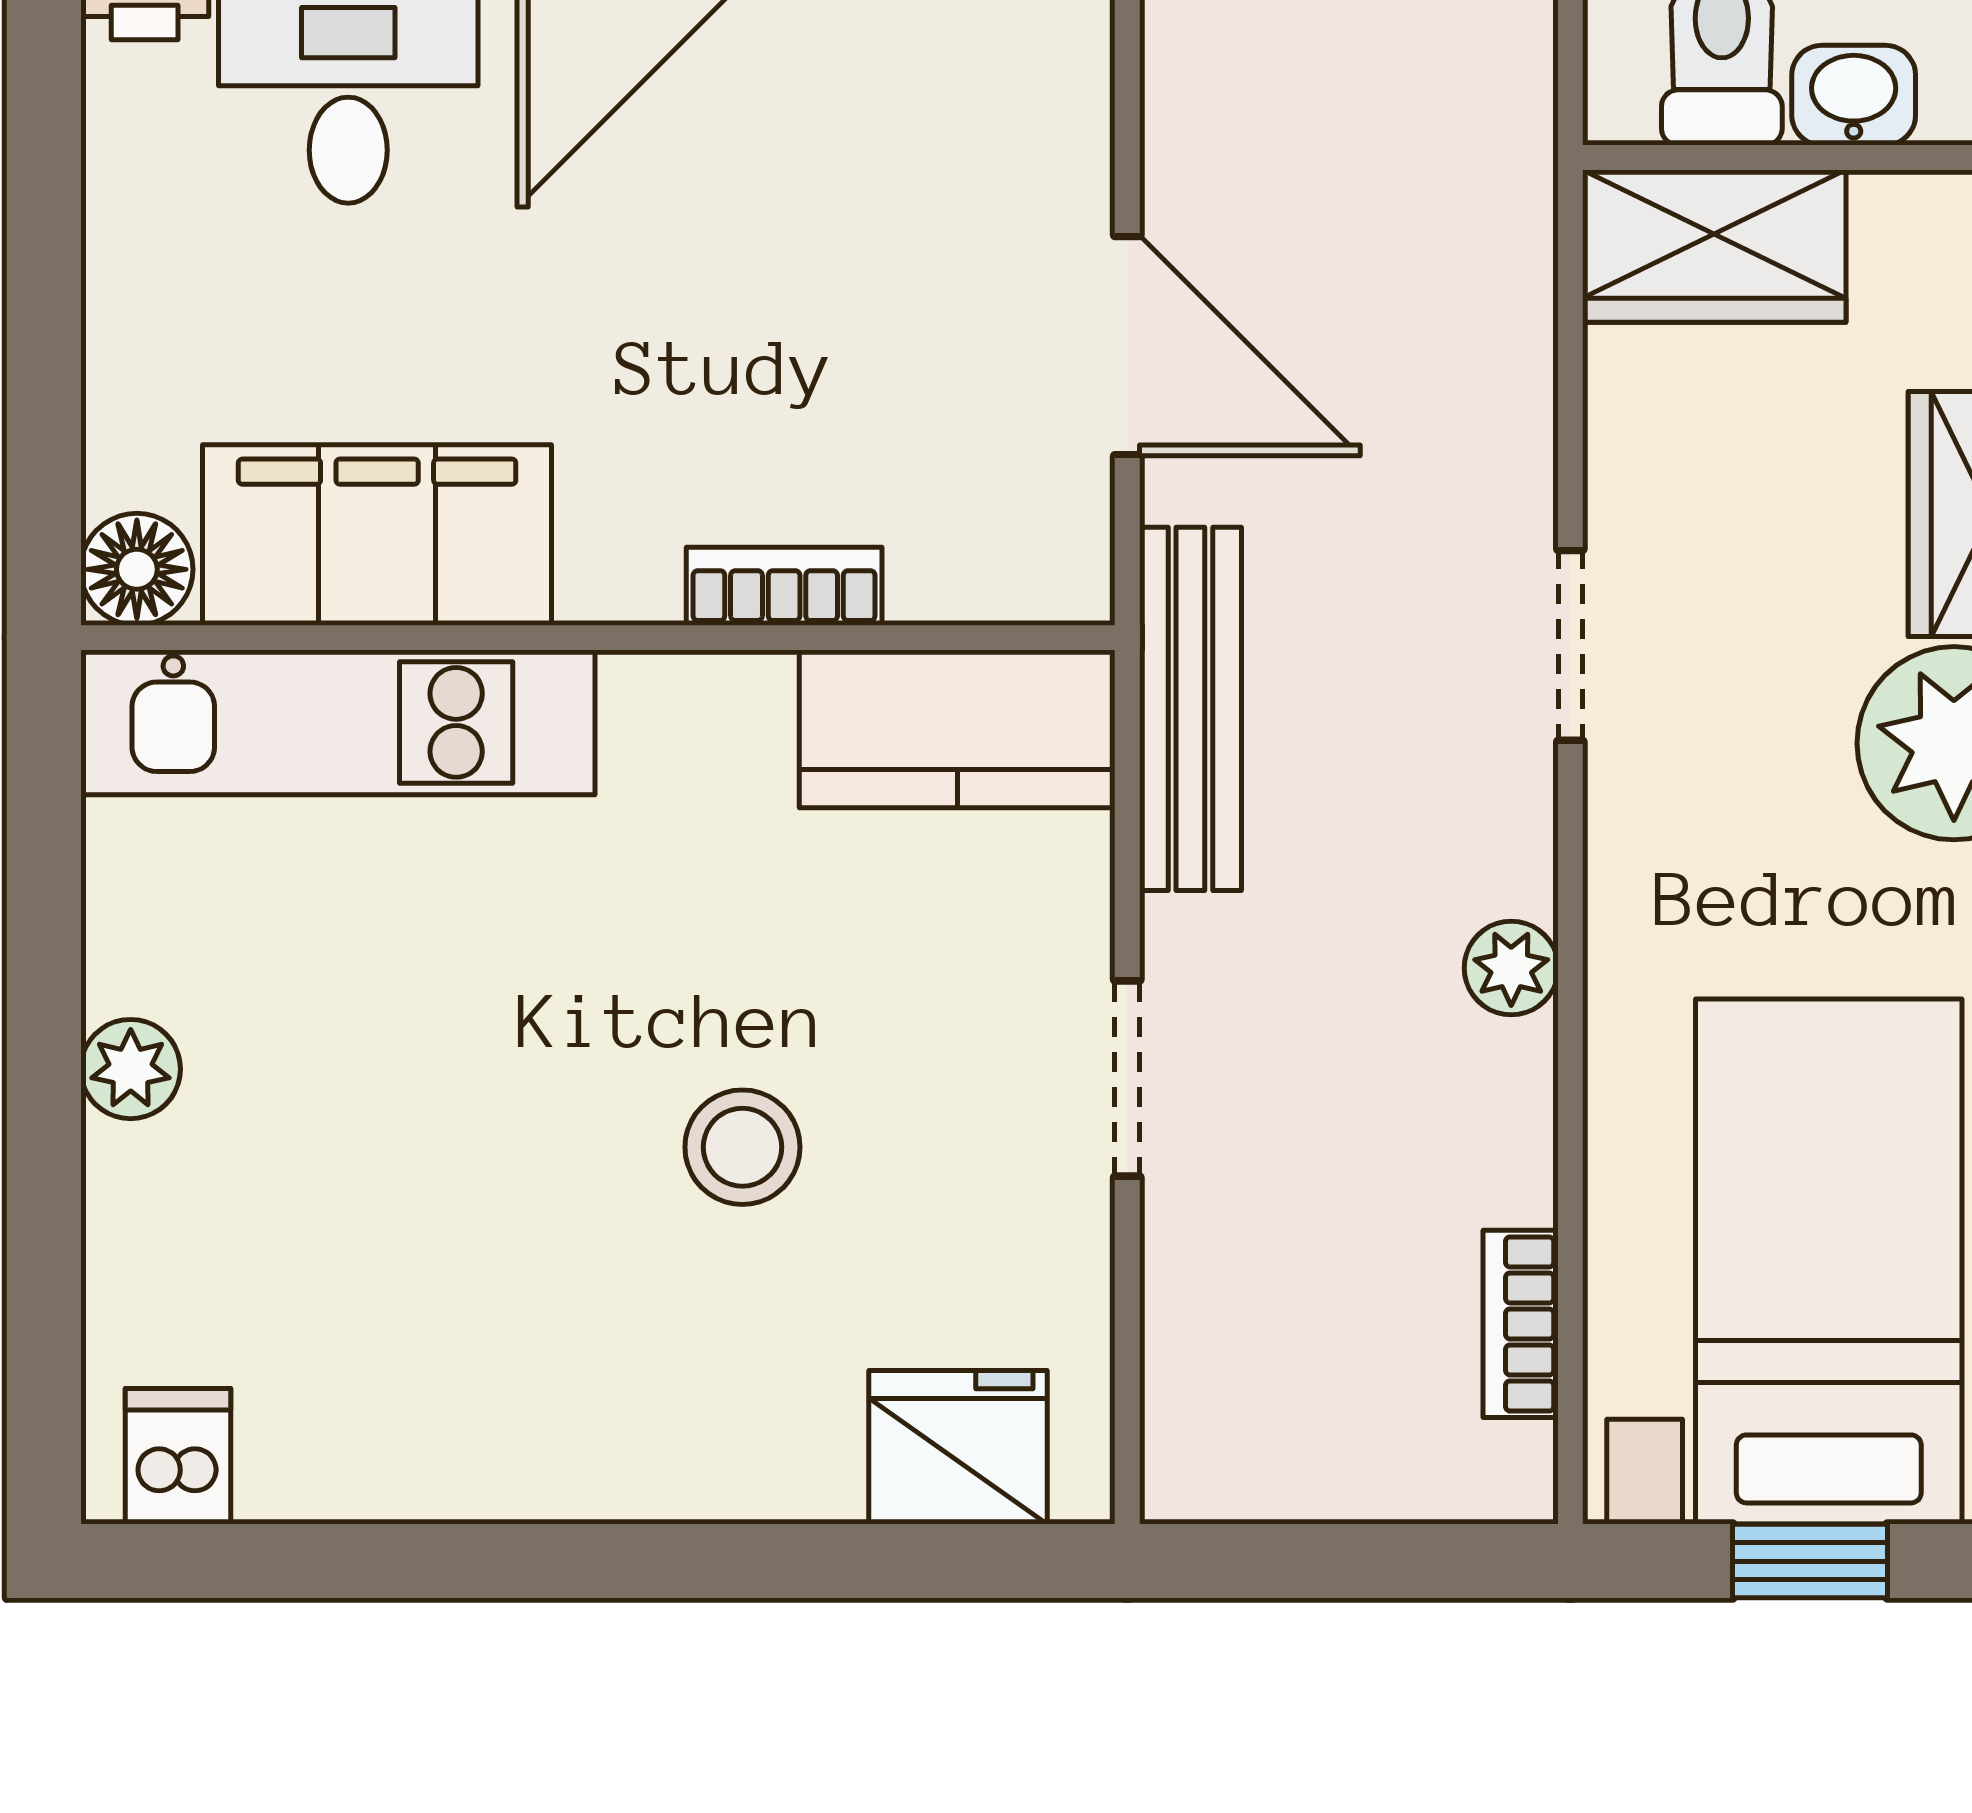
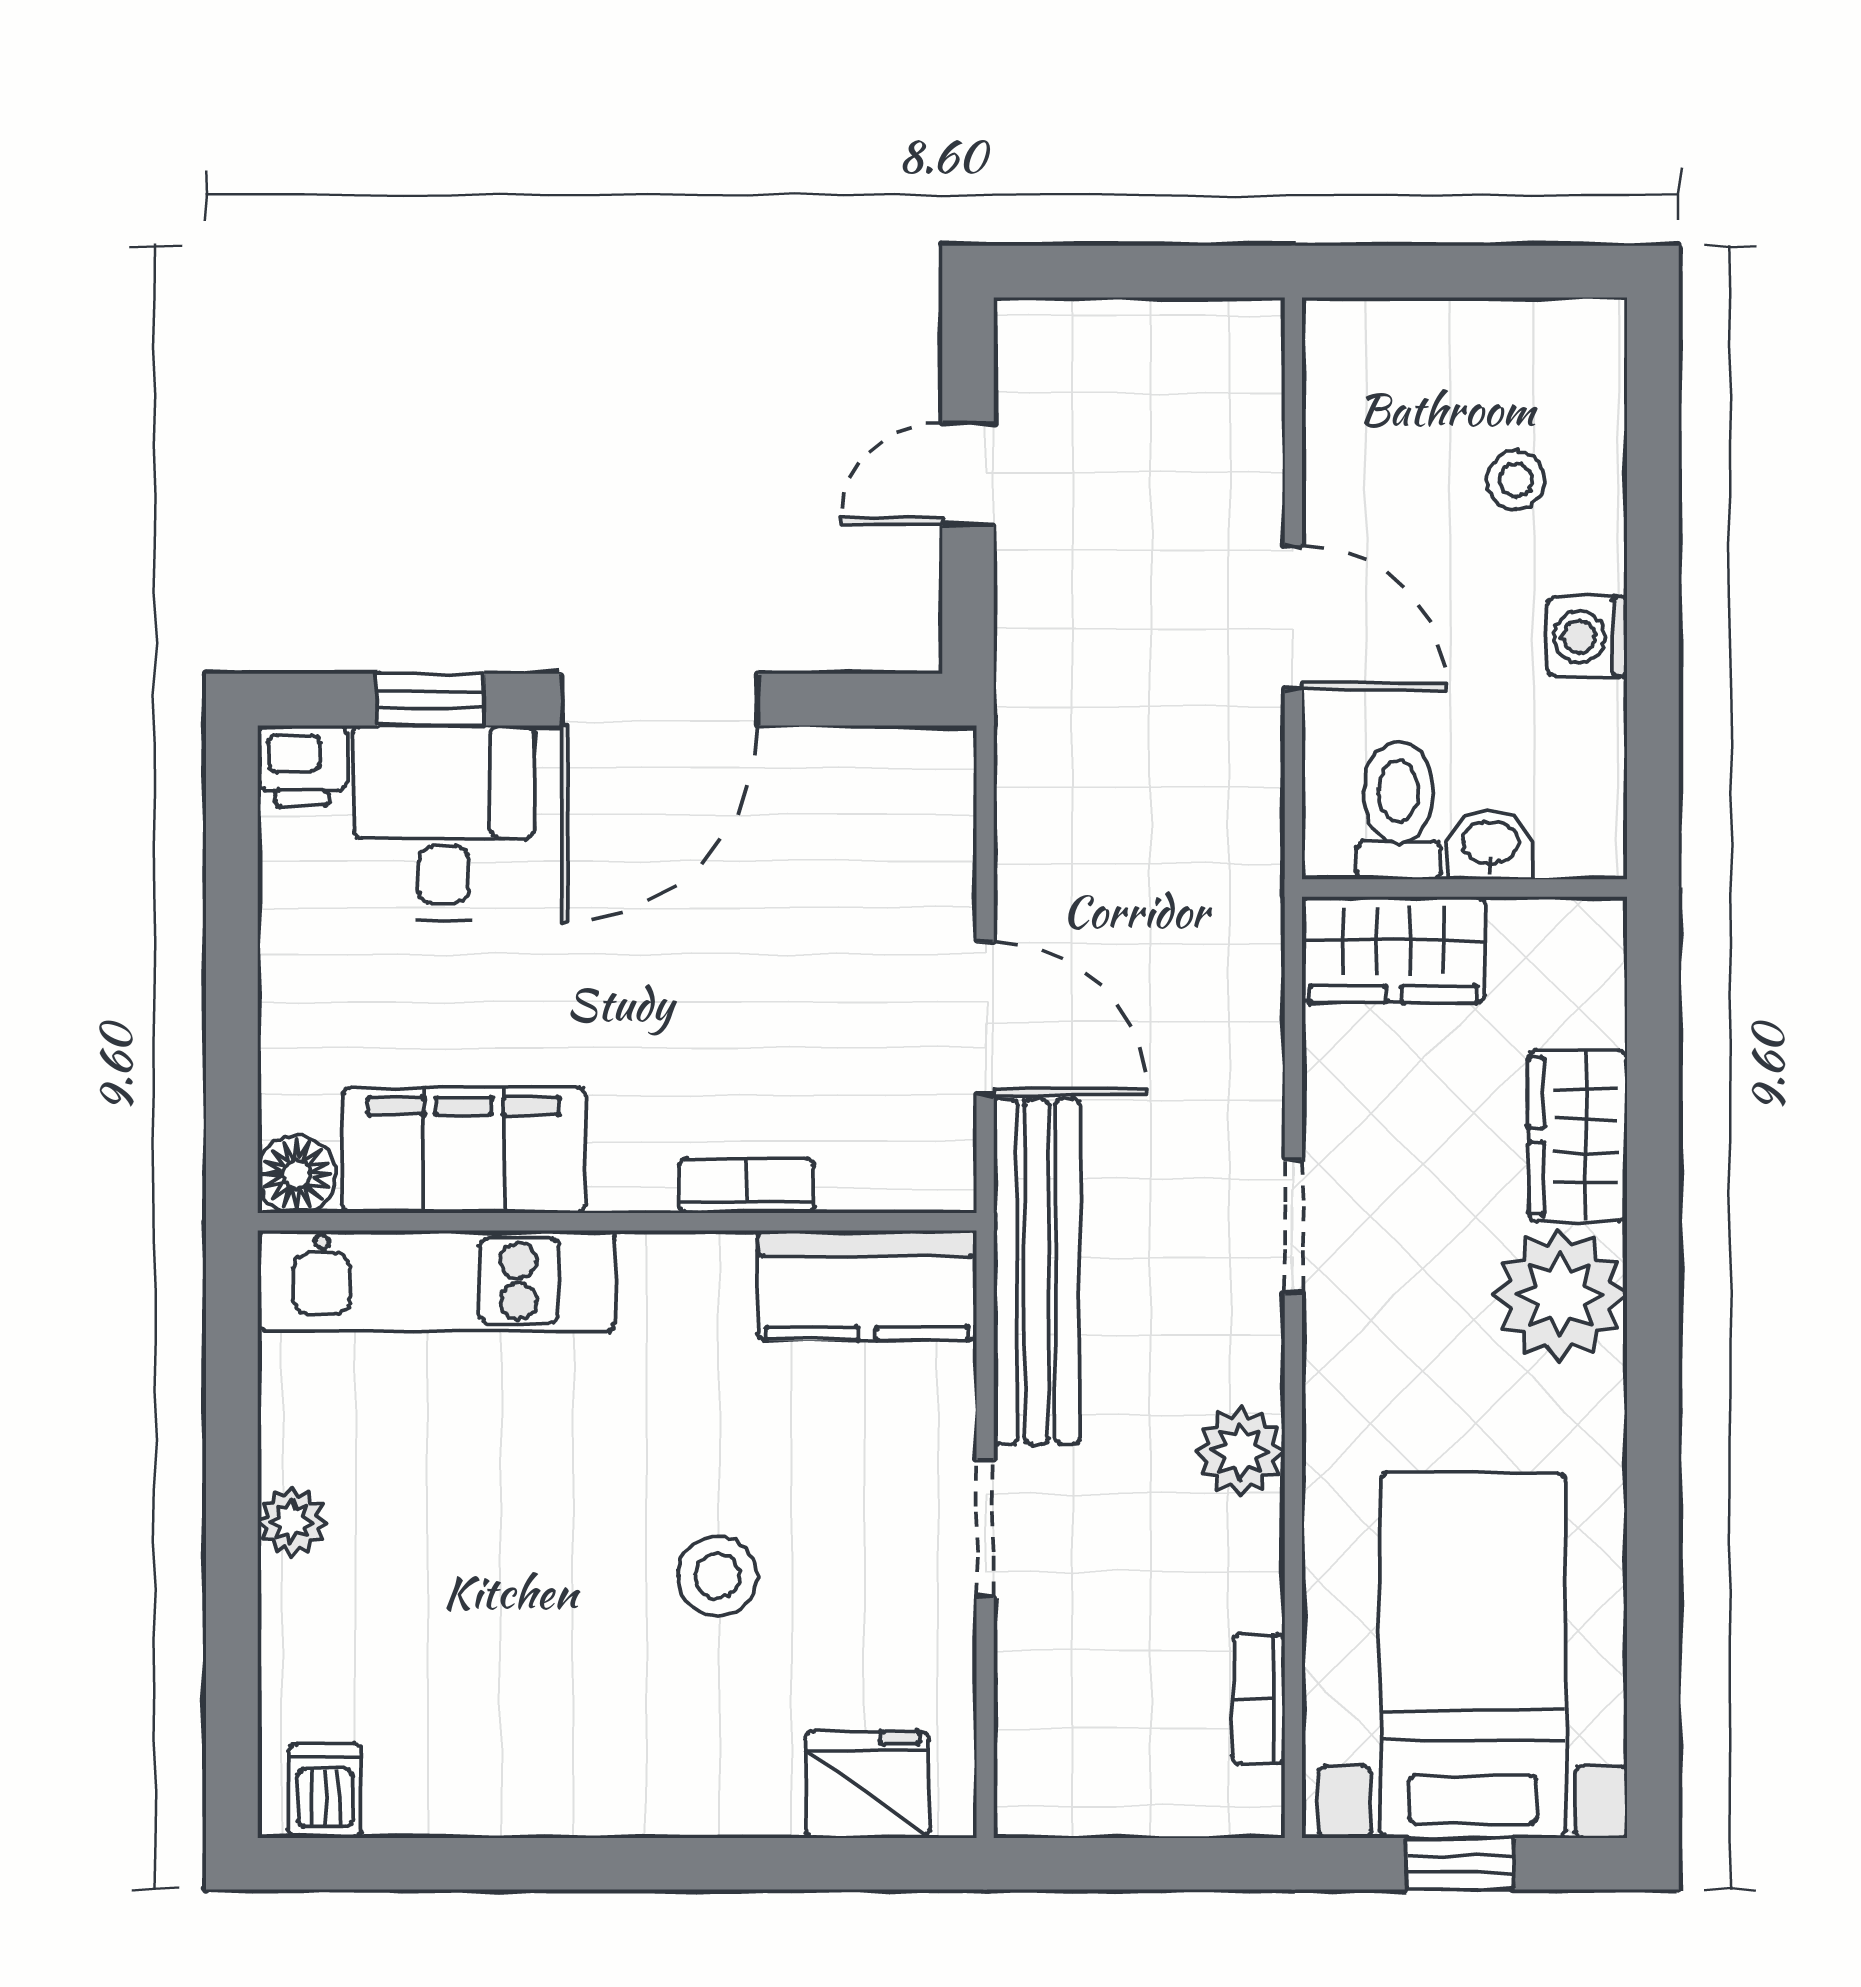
bench: (1190, 709) -> (1037, 1271), width x1.37, depth x1.21
plant: (1511, 968) -> (1240, 1452), width x1.38, depth x1.38

